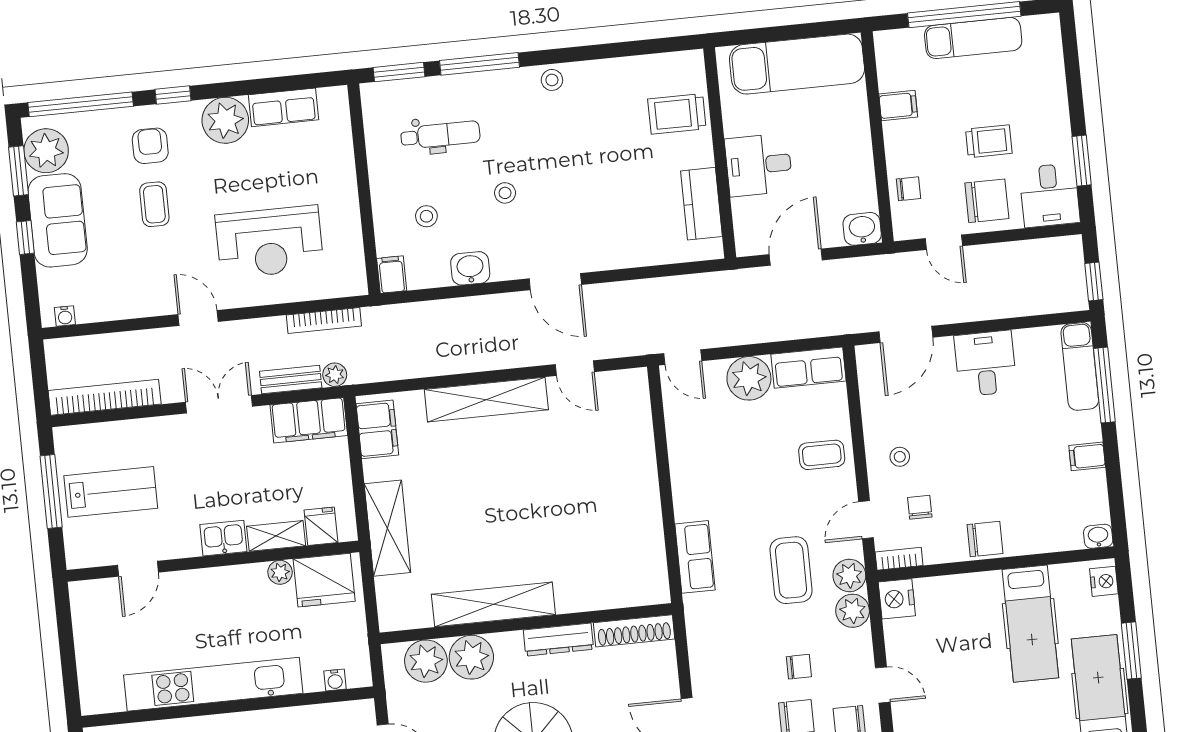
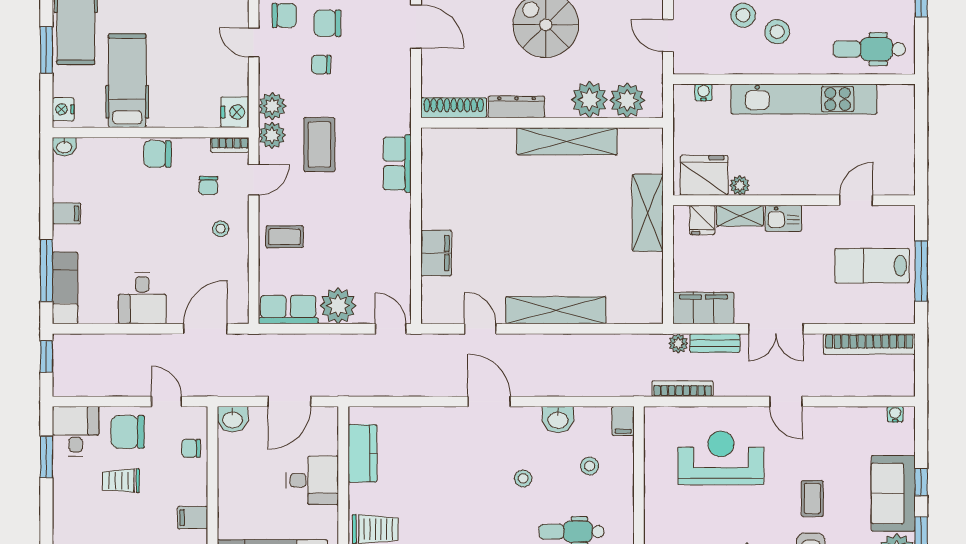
filing cabinet: (377, 429) -> (436, 253), moved, turned 180

